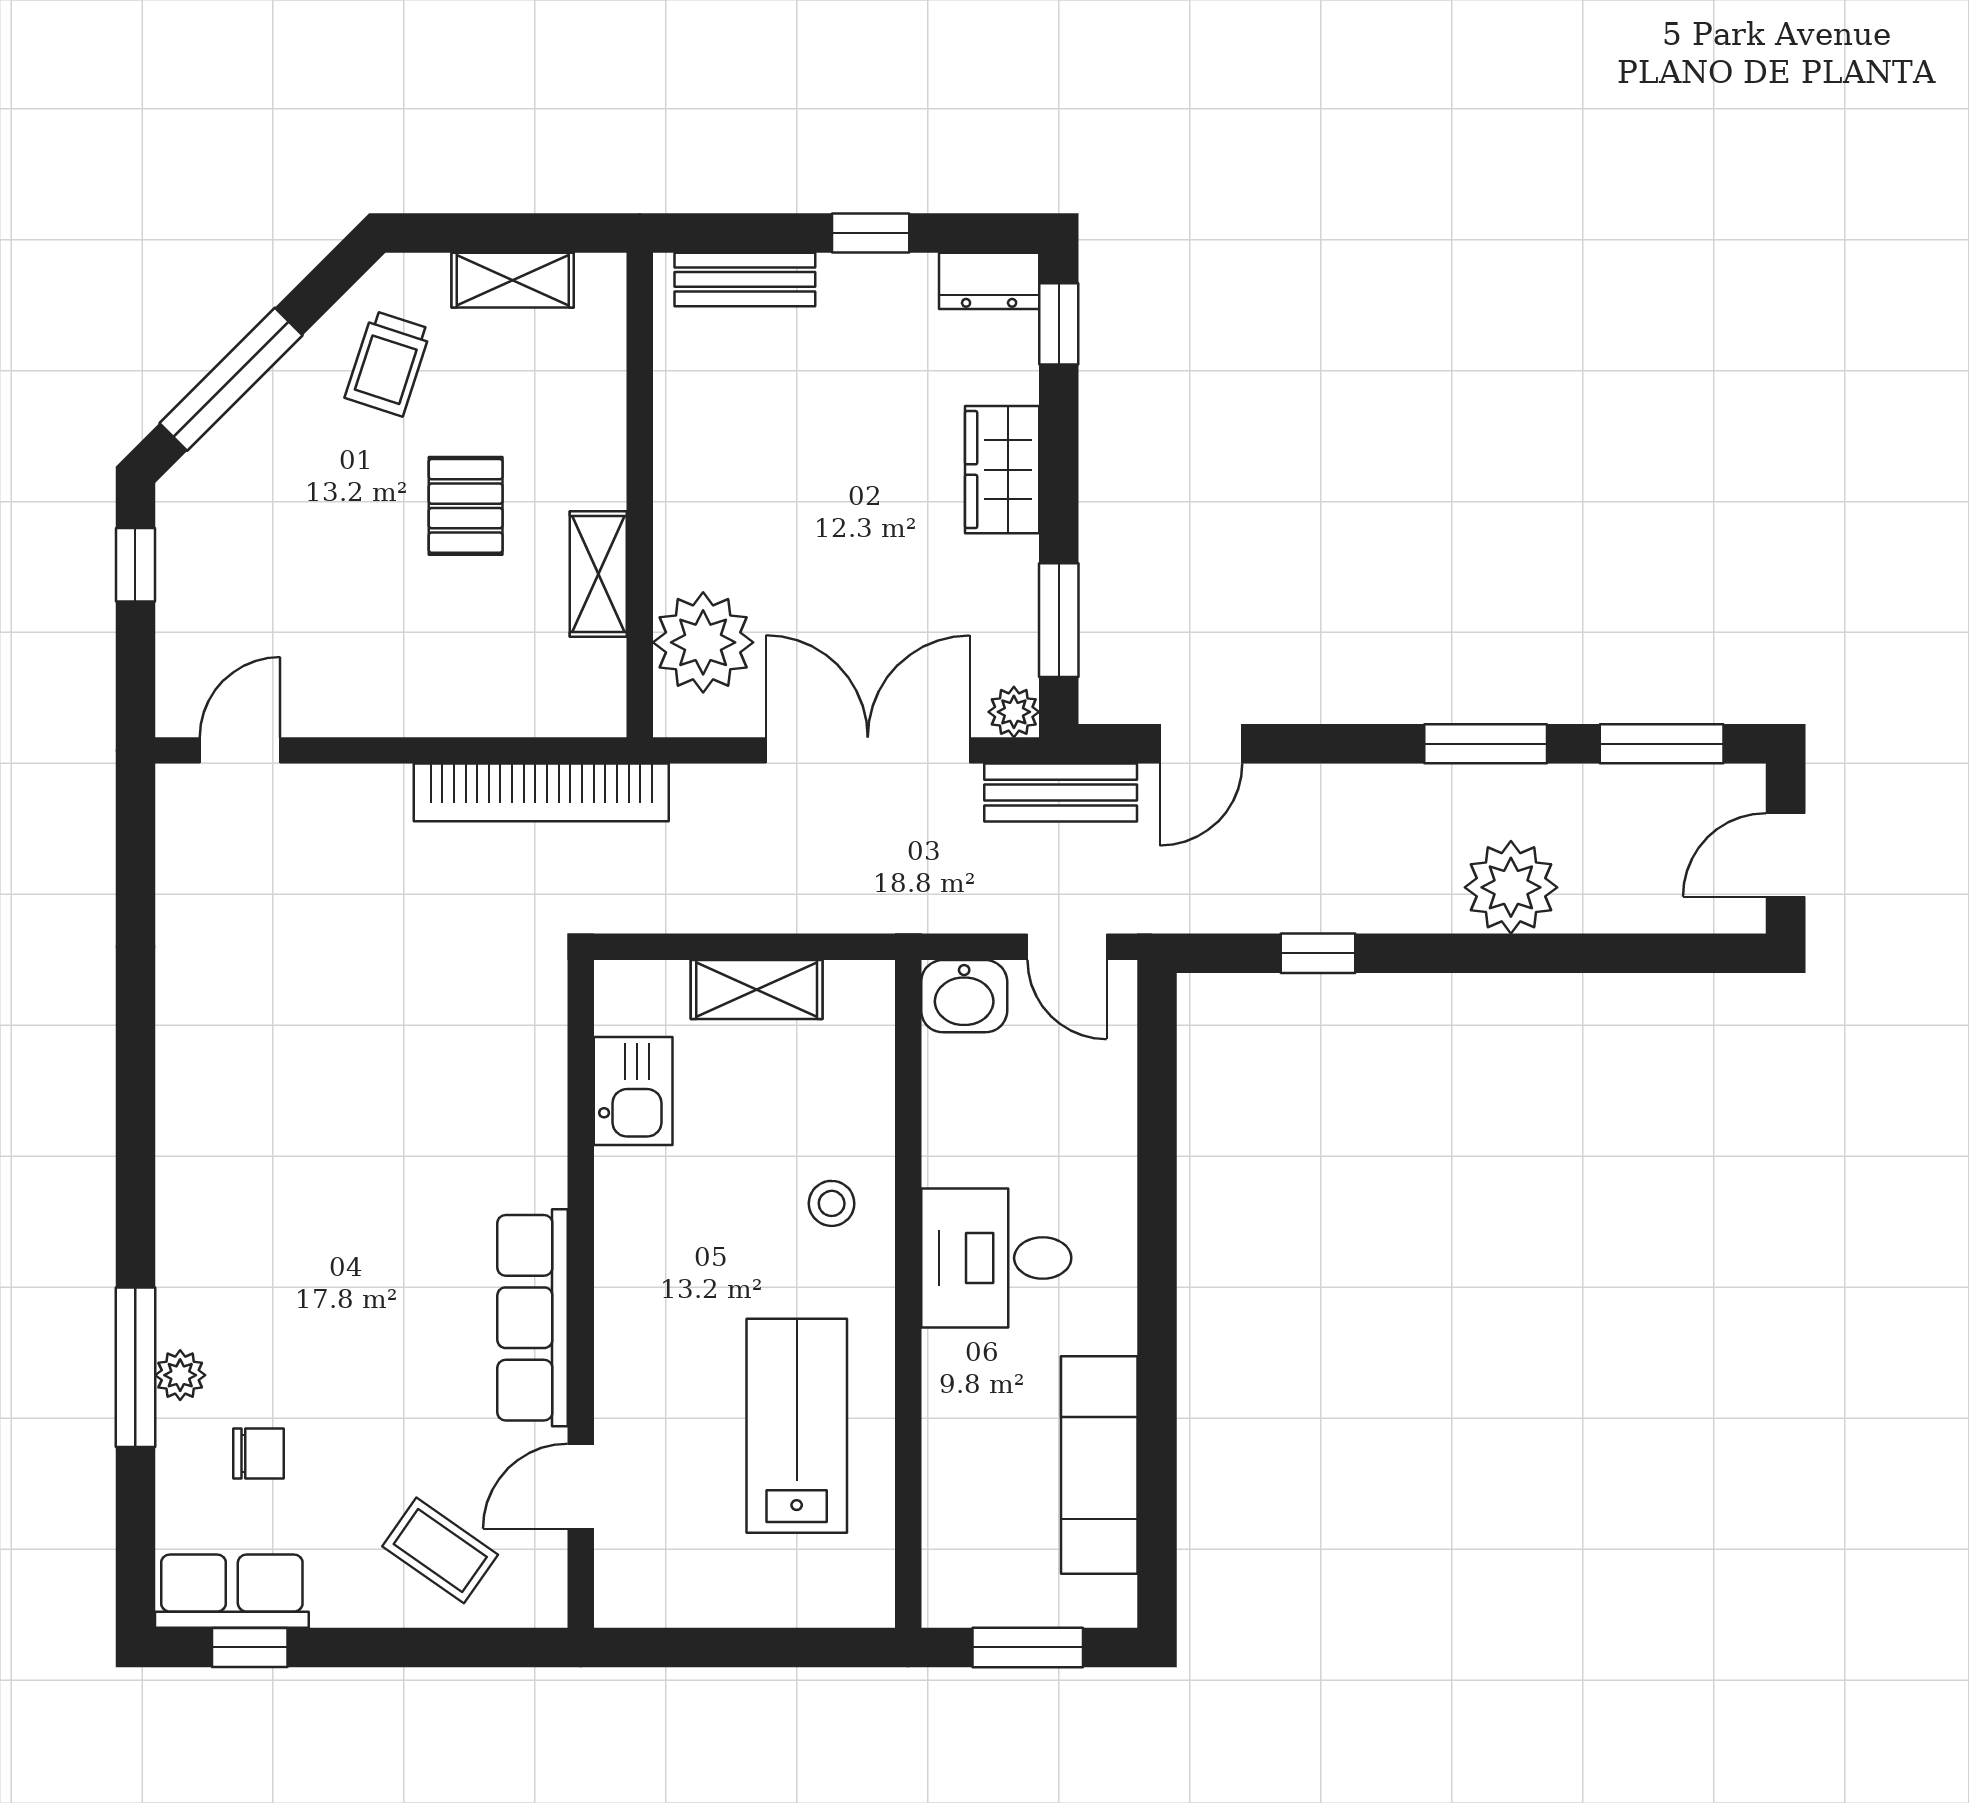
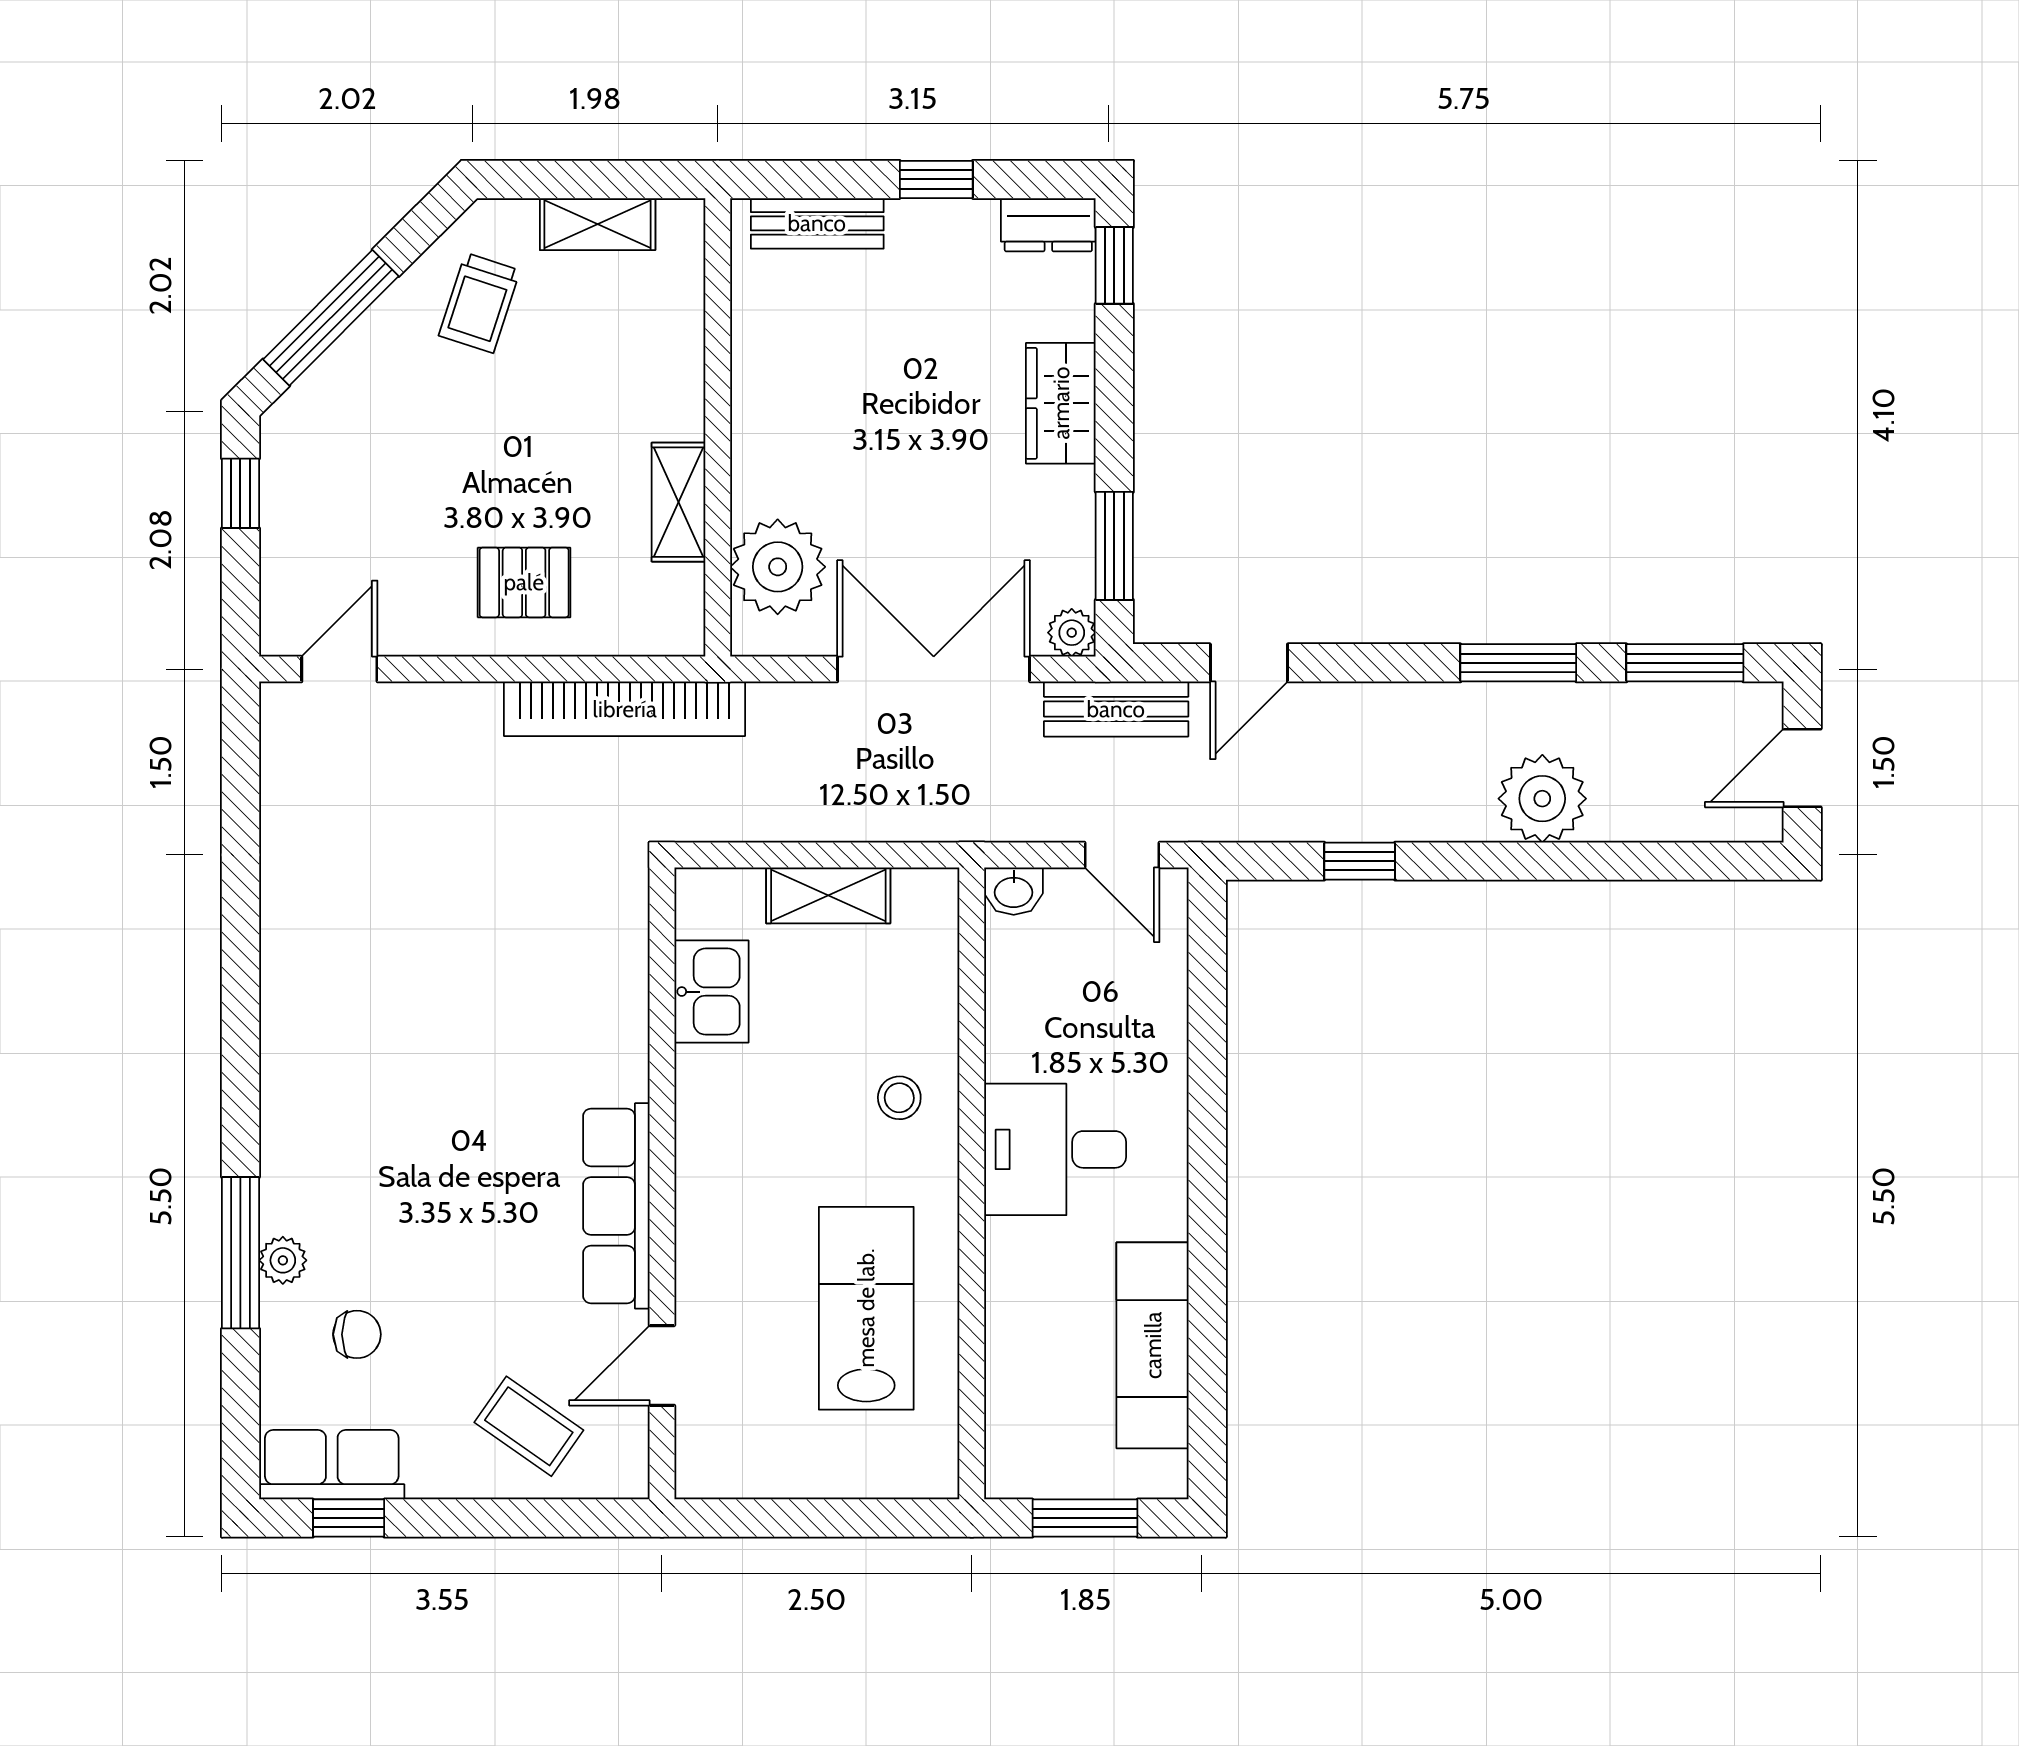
pallet: (466, 506) -> (524, 582), moved, turned 90
washbasin: (964, 996) -> (1014, 891), width x0.72, depth x0.69

